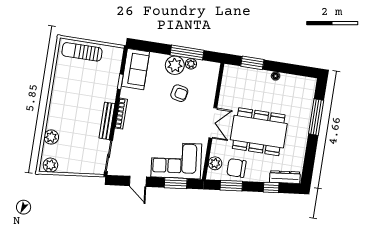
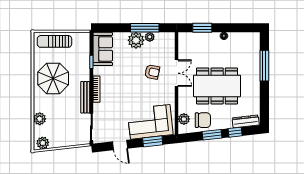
armchair: (179, 93) -> (152, 72), moved
parasol: (74, 94) -> (53, 78), added
double door: (213, 123) -> (176, 73), moved
chair: (236, 168) -> (203, 120), turned 180
window: (231, 186) -> (212, 135), moved

